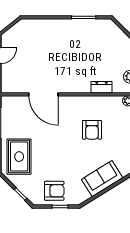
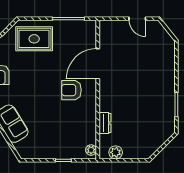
armchair: (92, 130) -> (71, 90), moved

